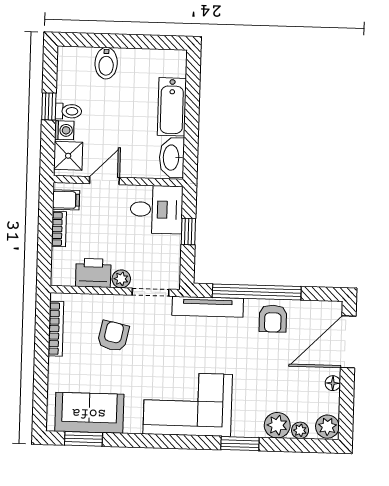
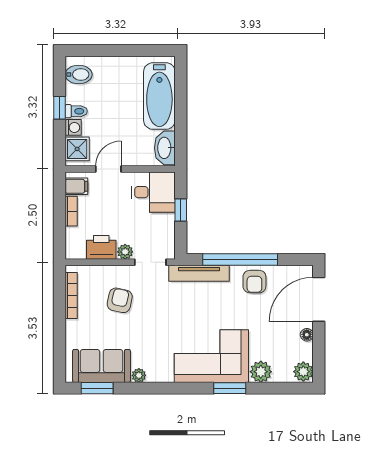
bidet: (106, 63) -> (79, 74), moved, turned -90
bathtub: (172, 107) -> (159, 96), width x1.36, depth x1.36
corner sofa: (188, 404) -> (211, 356), moved
plant: (300, 430) -> (139, 375), moved

